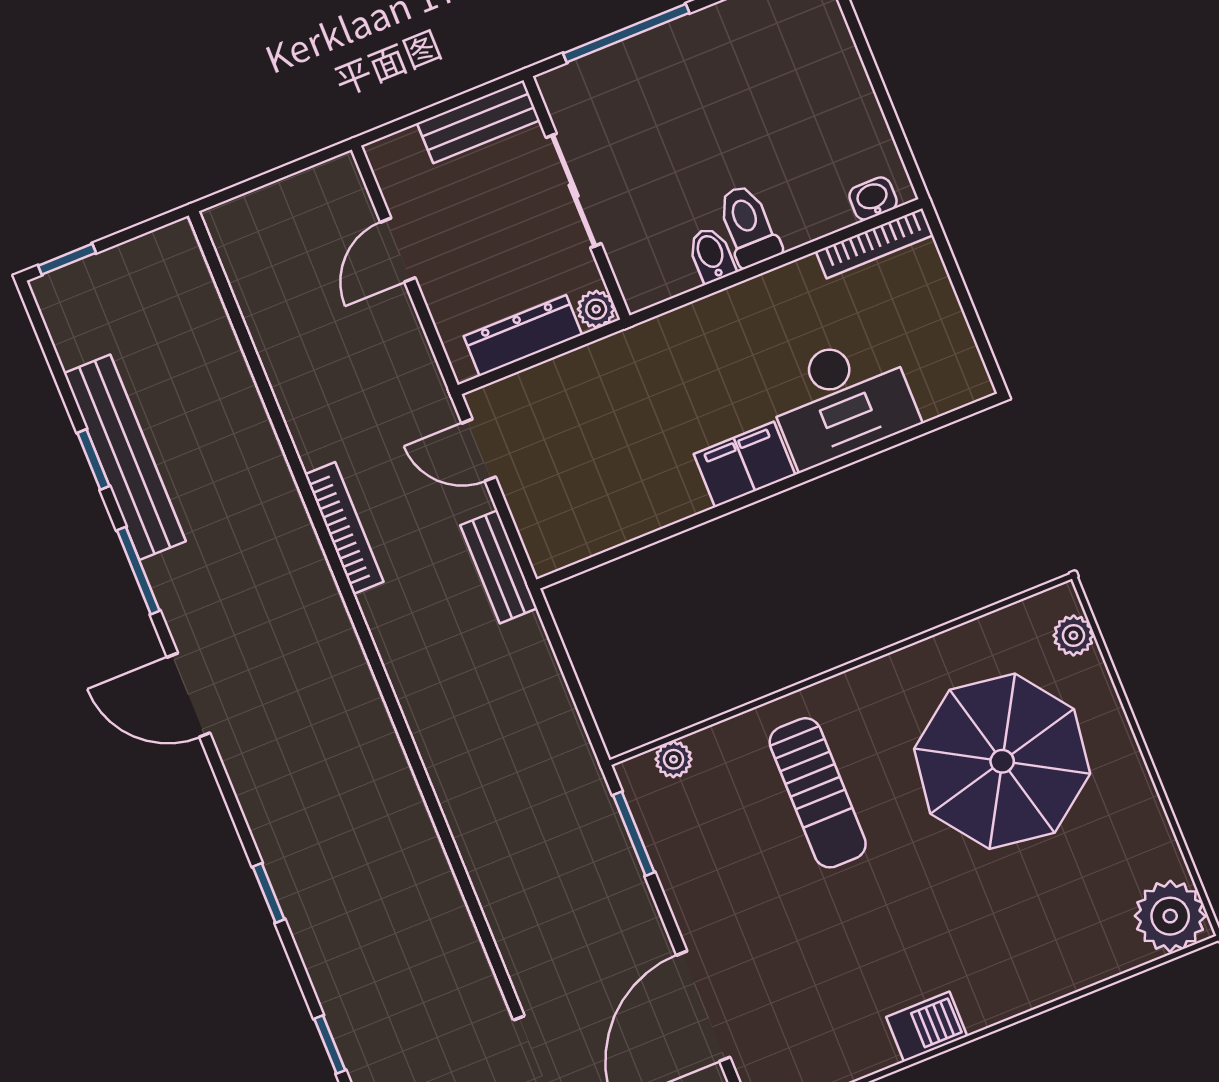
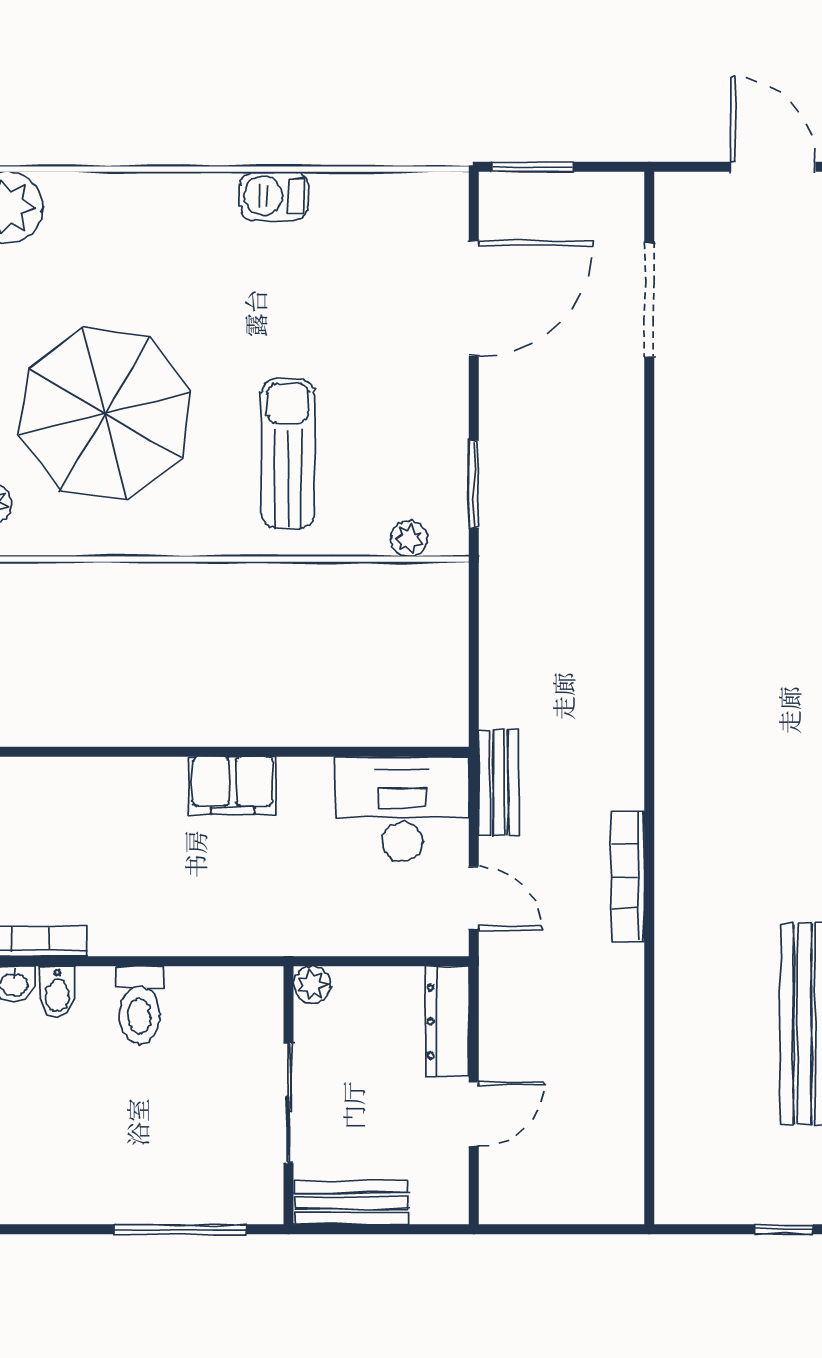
bidet: (711, 255) -> (57, 992), moved
dresser: (523, 336) -> (447, 1021), moved, turned 90
desk: (841, 400) -> (402, 809), moved

